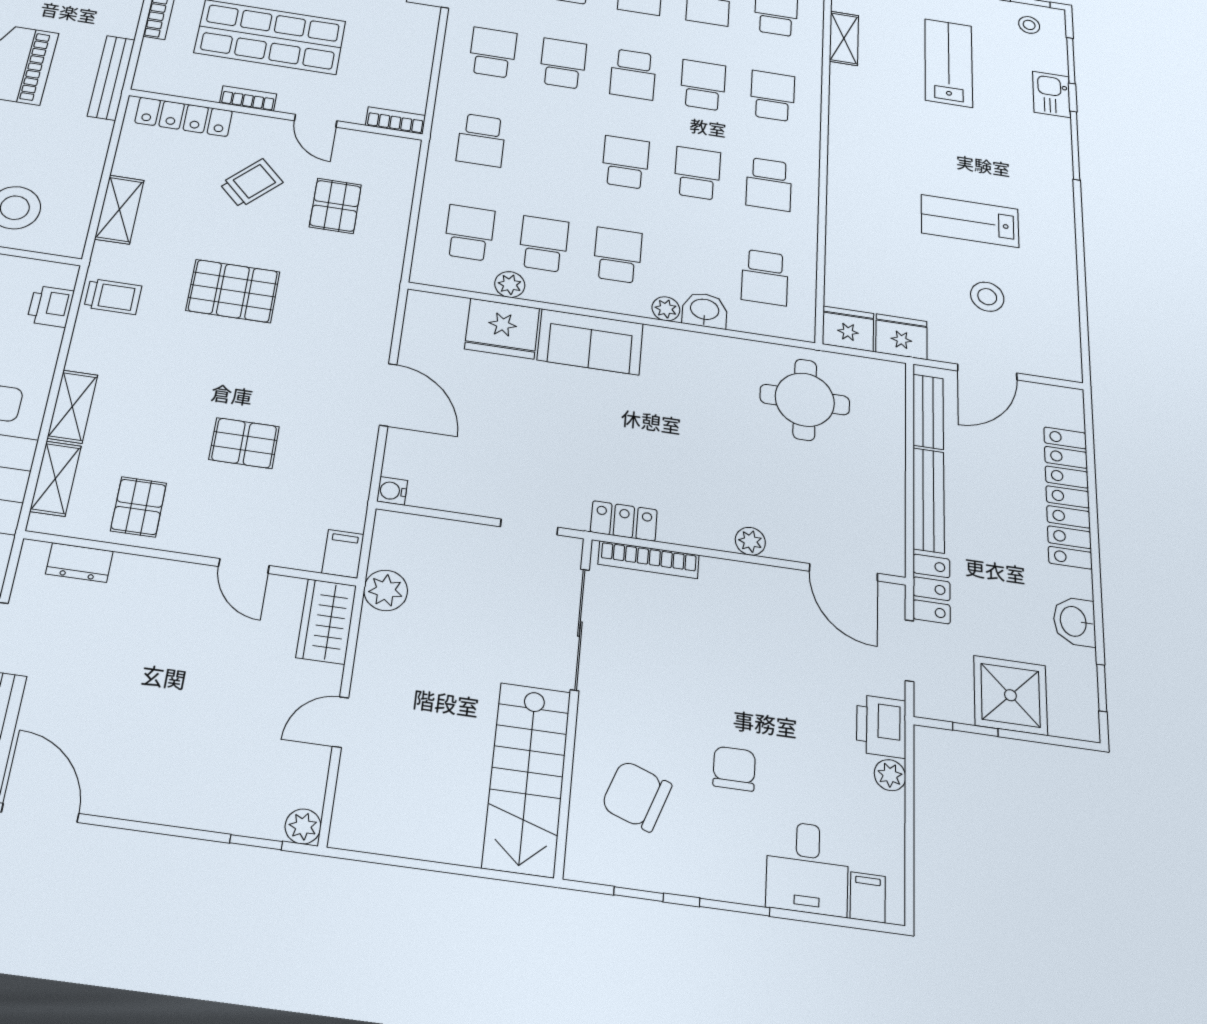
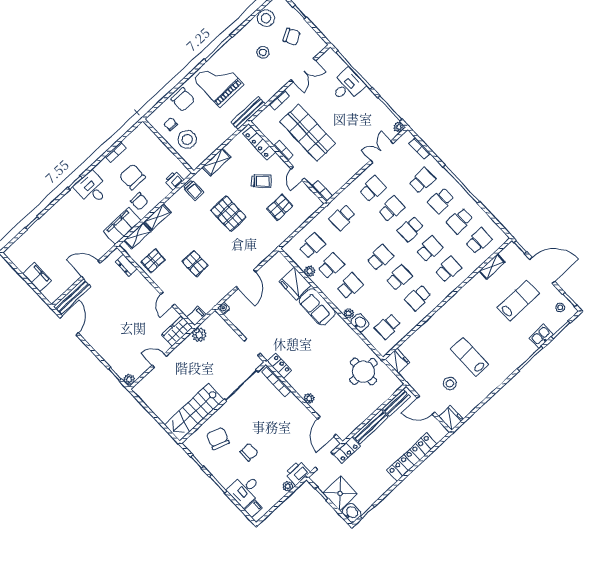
fridge: (901, 337) -> (451, 418), moved
washbasin: (1074, 622) -> (351, 513), moved, turned 90

